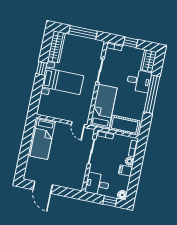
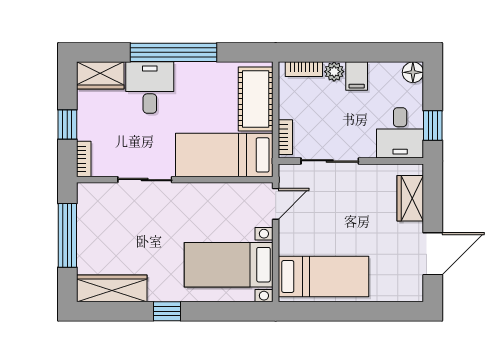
bed with nightstands: (63, 81) -> (229, 265), moved, turned -90
wardrobe: (68, 183) -> (410, 198), added
window: (110, 201) -> (433, 126), moved

